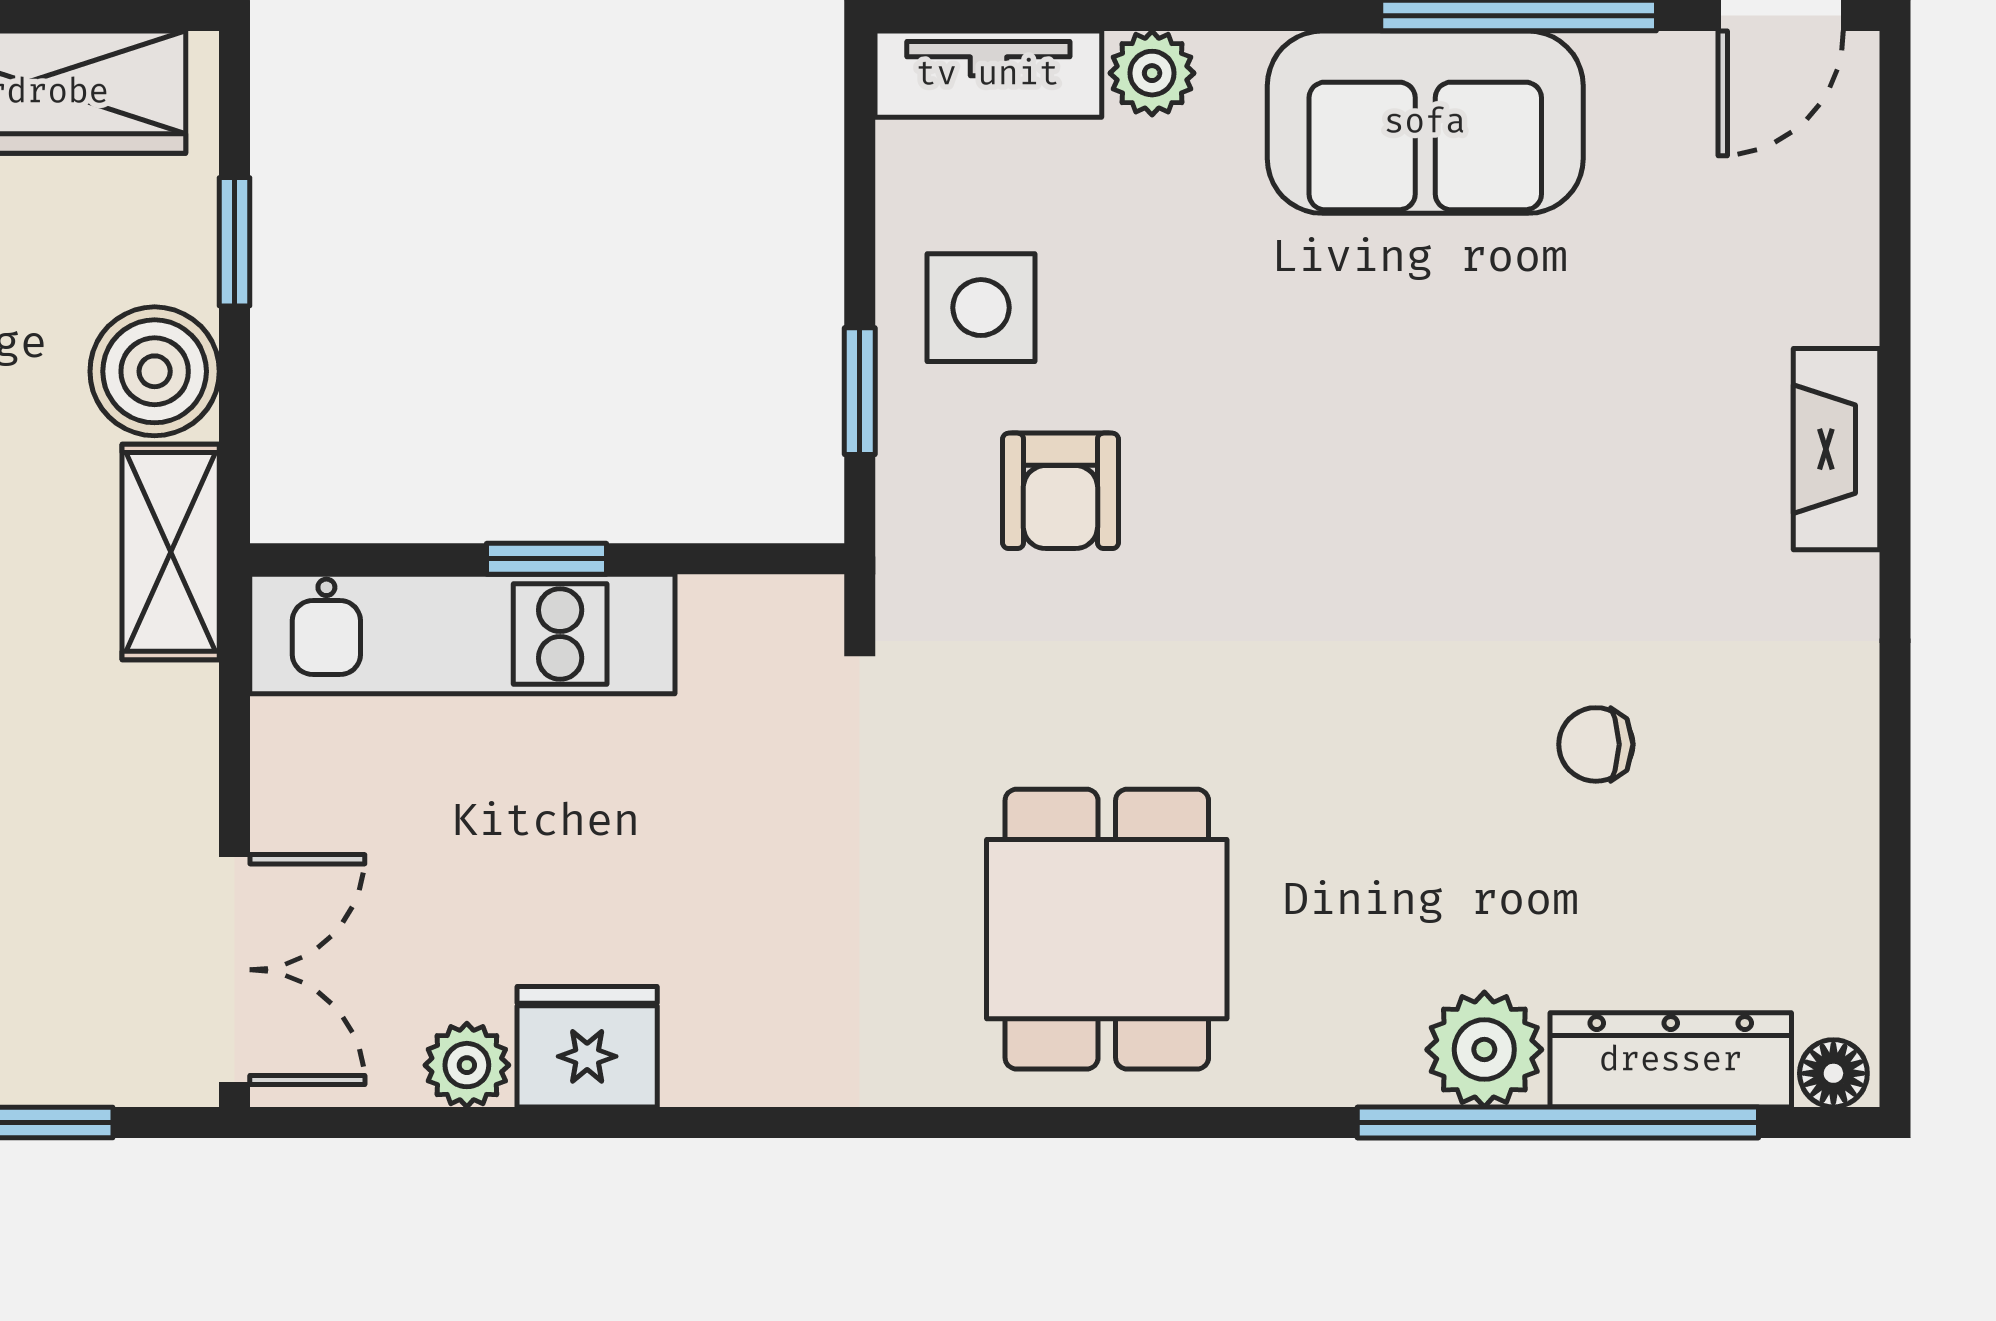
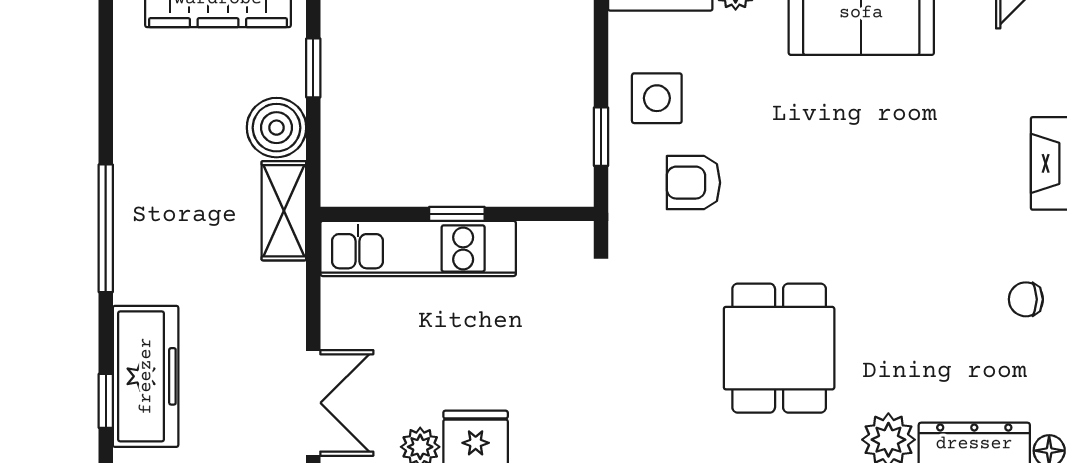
armchair: (1060, 491) -> (693, 183), turned 90
chair: (1596, 744) -> (1026, 299), moved
dining table: (1107, 929) -> (779, 348), moved

